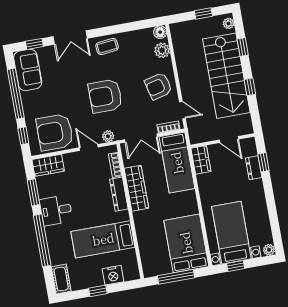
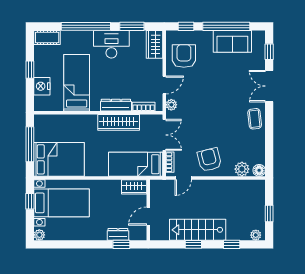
sofa: (28, 70) -> (232, 41), moved
stairs: (226, 76) -> (198, 230), width x0.73, depth x0.66
armchair: (105, 96) -> (209, 109), removed
armchair: (55, 132) -> (184, 56), width x0.73, depth x0.73
double door: (141, 138) -> (164, 135), swing flipped
desk: (56, 210) -> (111, 44), width x1.37

